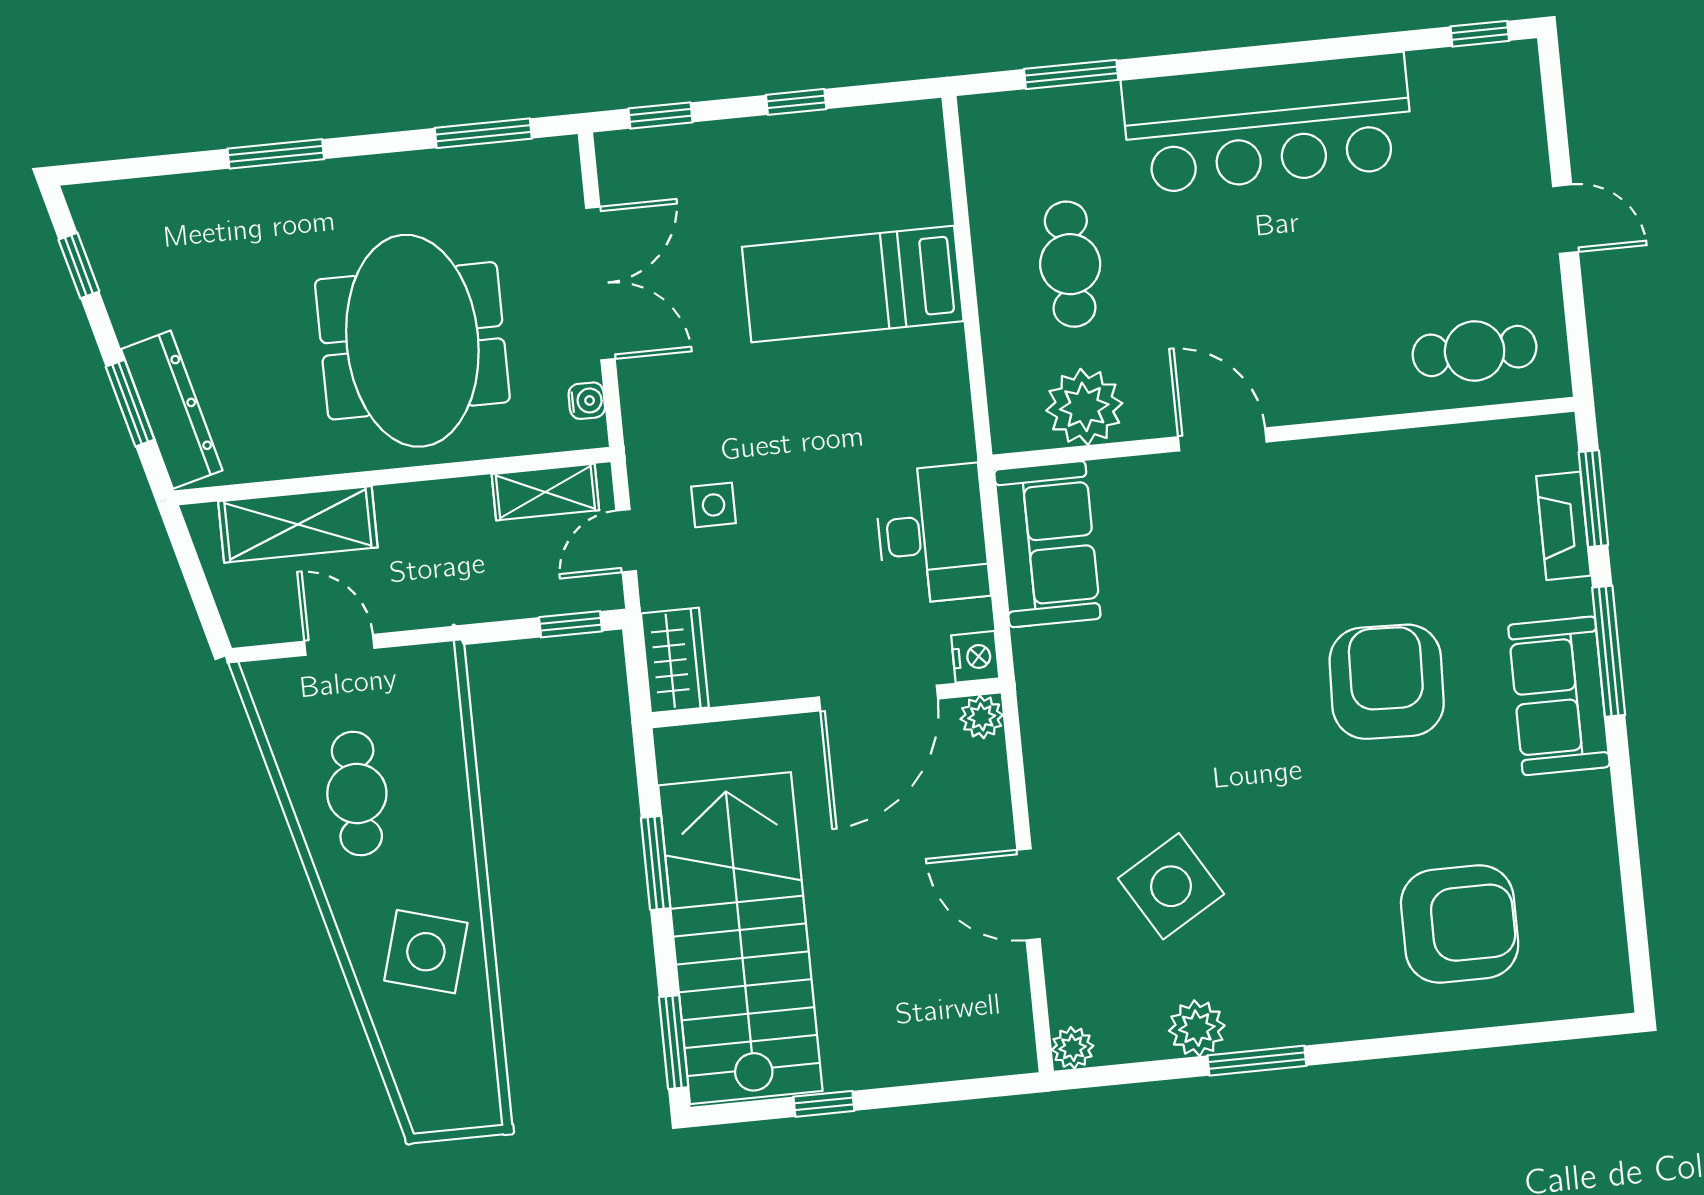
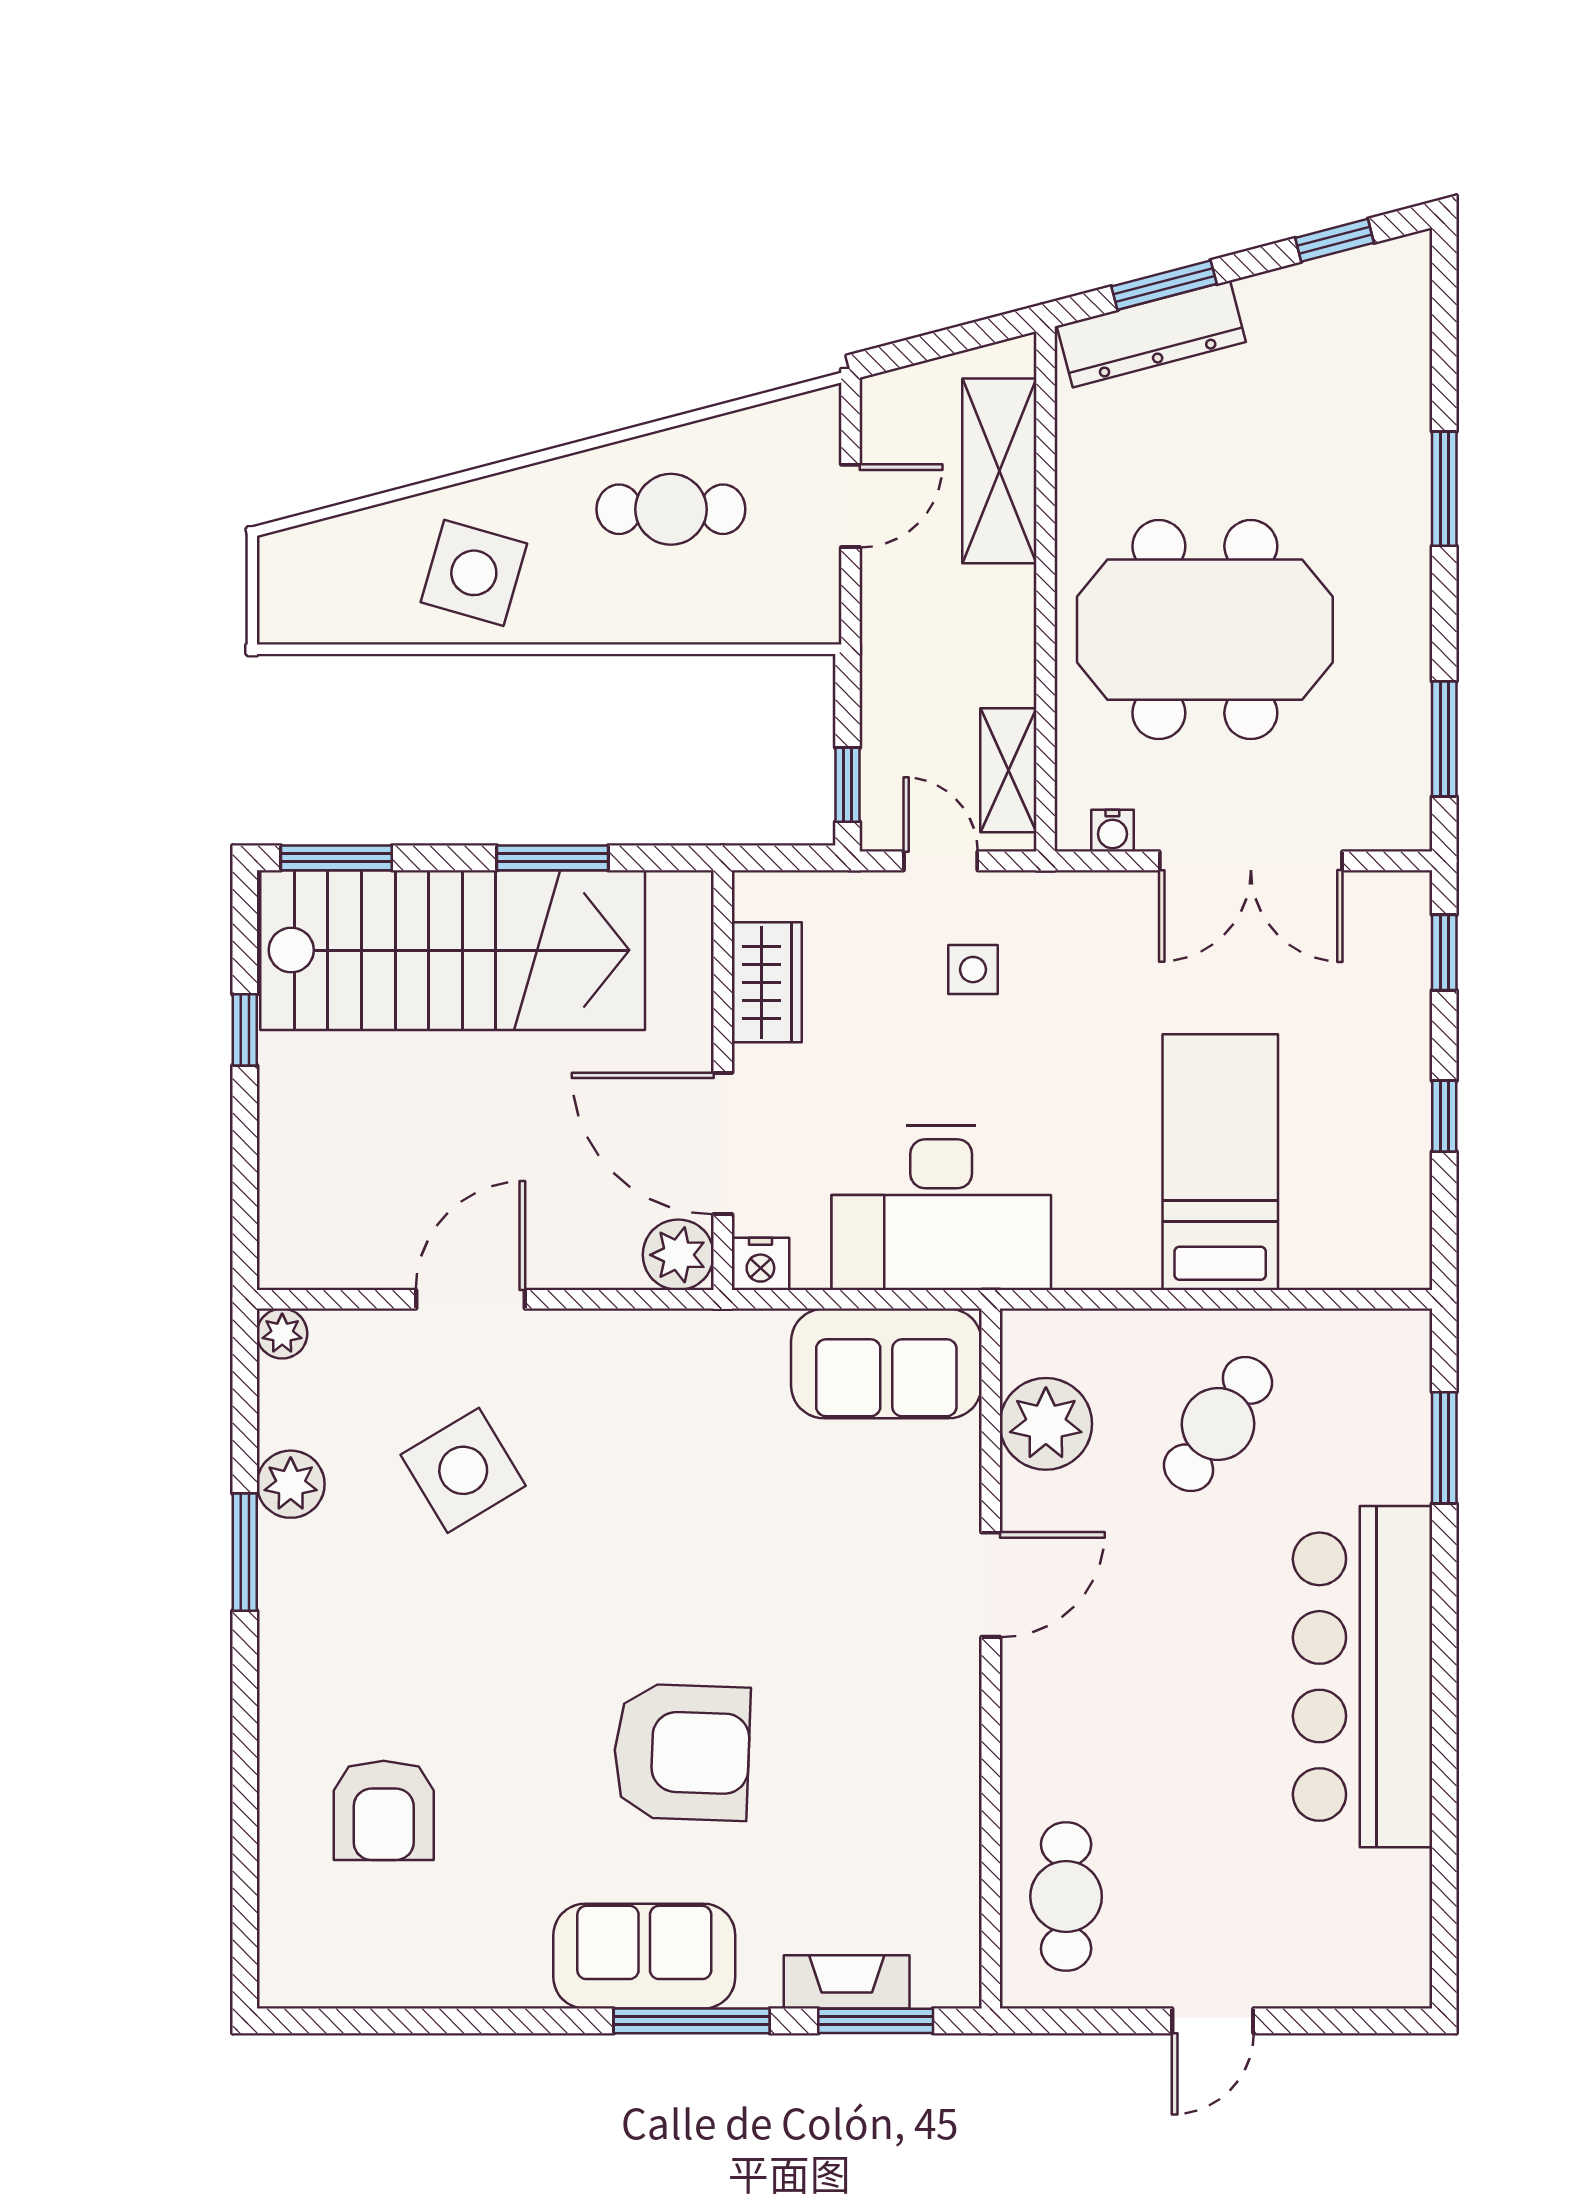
window: (1480, 34) -> (1444, 1941), removed
cafe table: (1070, 264) -> (1218, 1424), turned -56
desk: (932, 534) -> (941, 1208), width x1.36, depth x1.30
wardrobe: (675, 660) -> (767, 982), moved, turned -90
plant: (982, 717) -> (678, 1255), width x1.38, depth x1.38
armchair: (1460, 924) -> (384, 1810), width x0.73, depth x0.73

